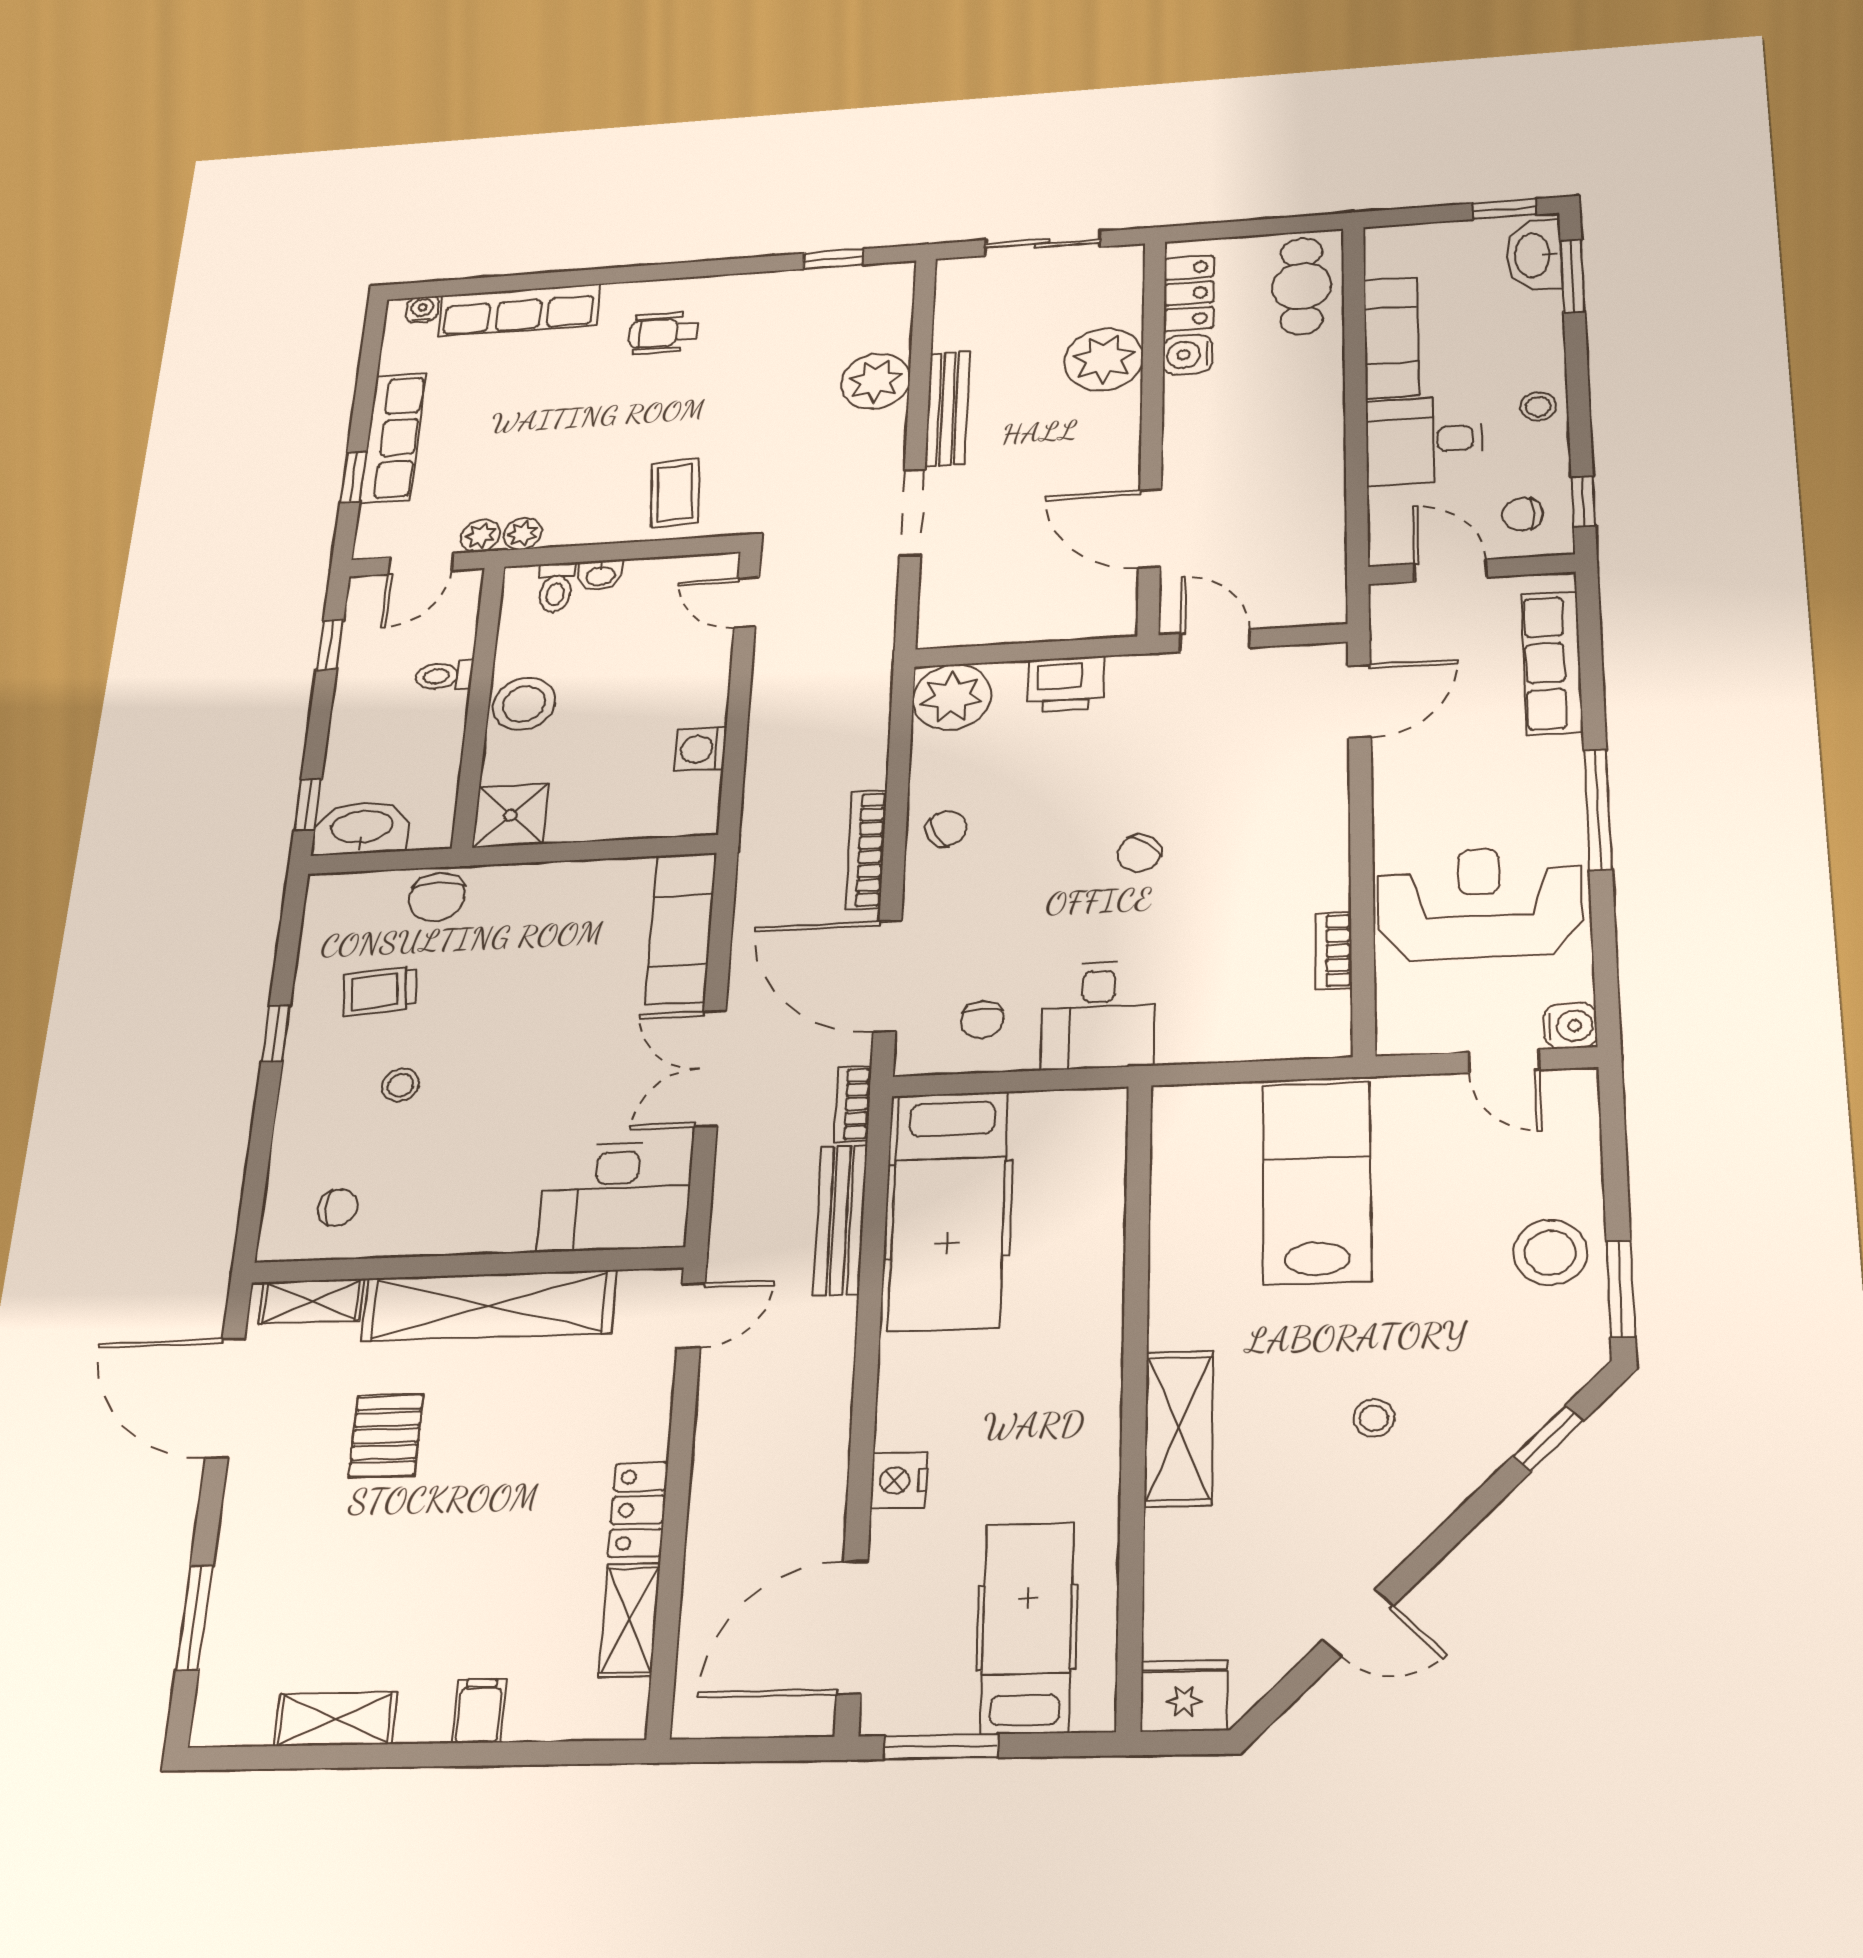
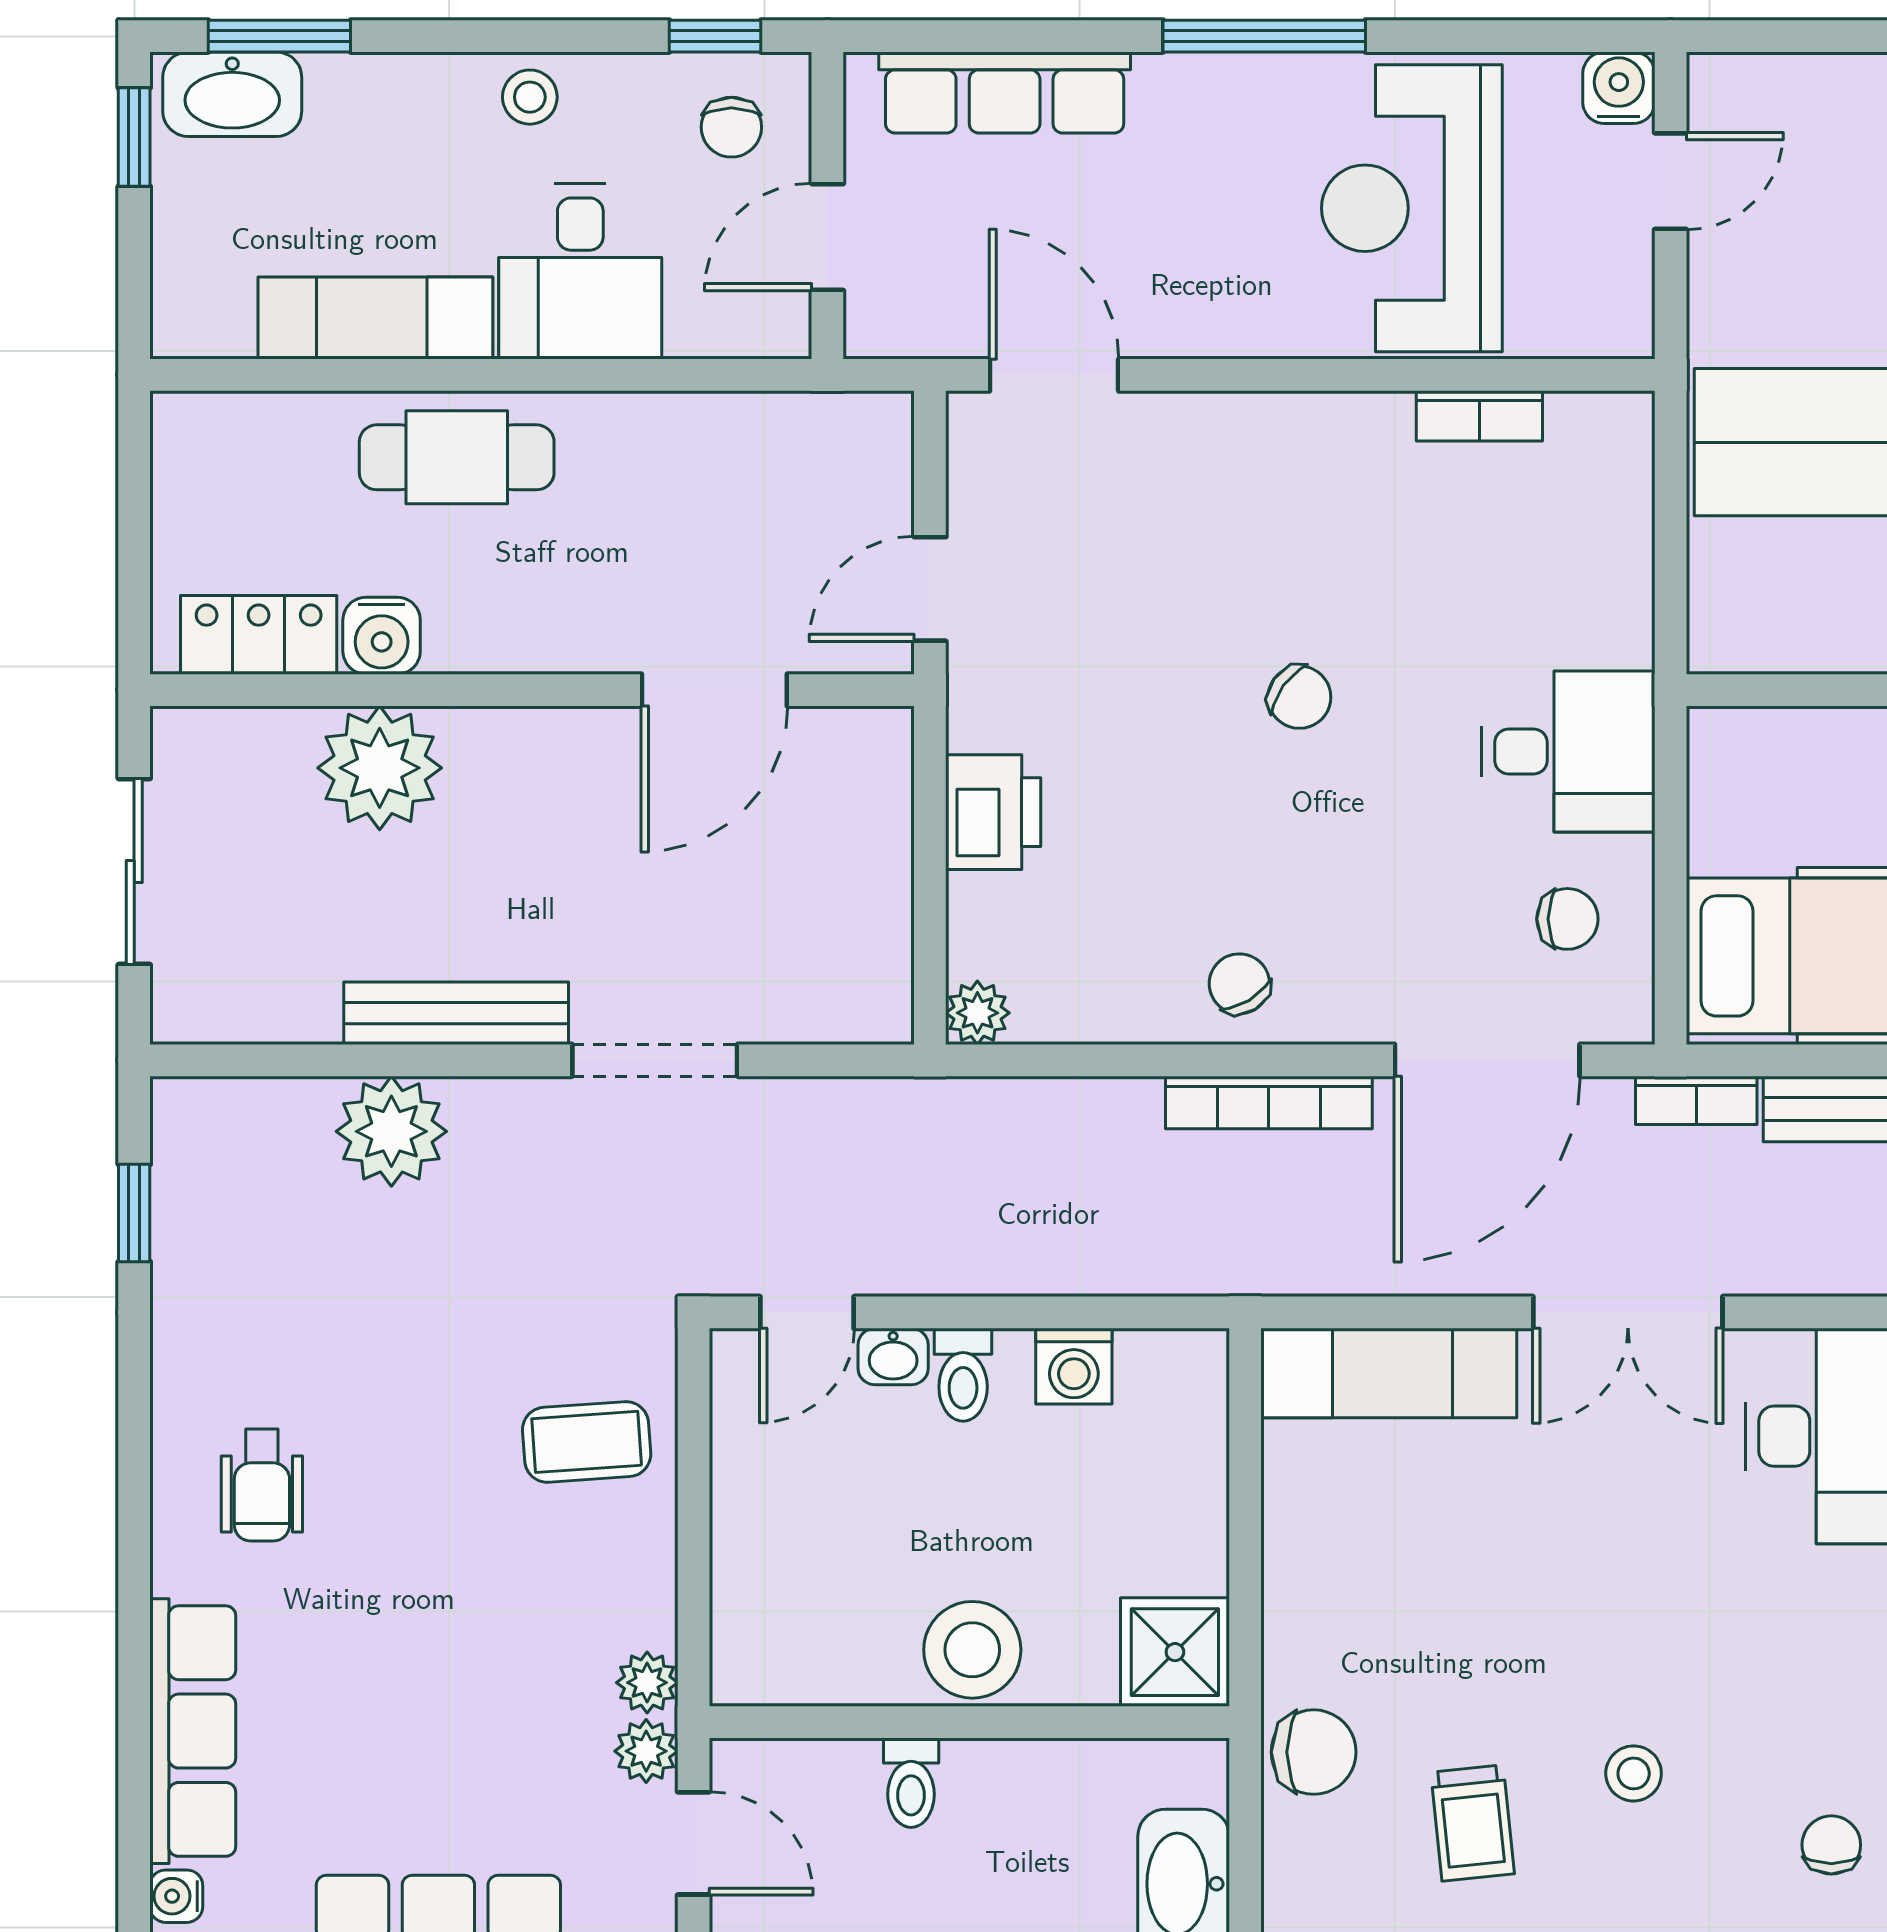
cafe table: (1302, 286) -> (457, 457), moved
washbasin: (600, 575) -> (893, 1357), moved, turned 90
toilet: (556, 587) -> (963, 1375), moved, turned 90
plant: (952, 697) -> (977, 1013), width x0.53, depth x0.53

